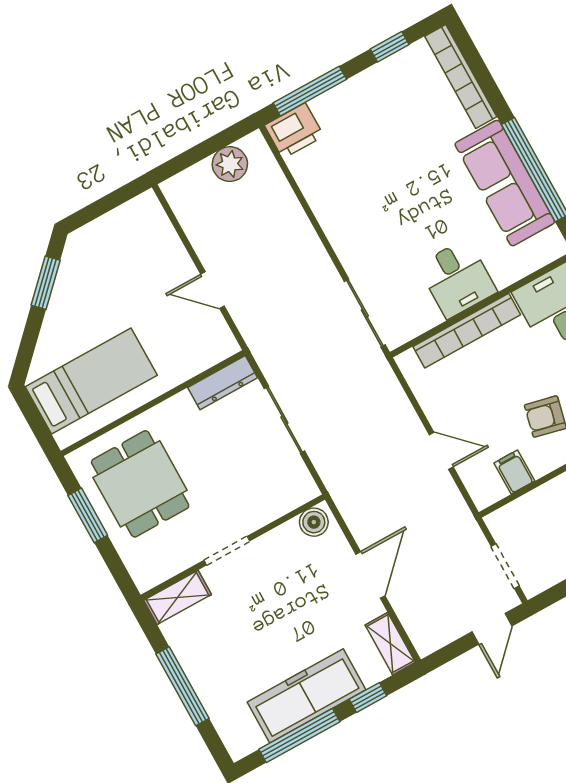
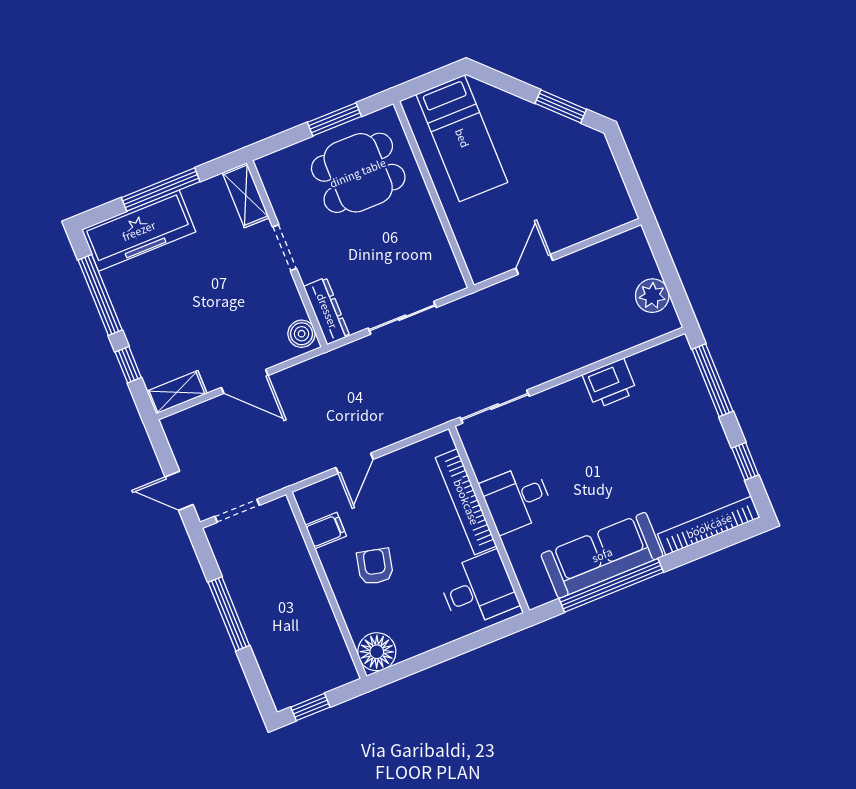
printer: (294, 131) -> (610, 384), moved, turned -90
dresser: (223, 383) -> (327, 311), moved, turned 180
freezer: (307, 696) -> (139, 231), moved, turned 90

